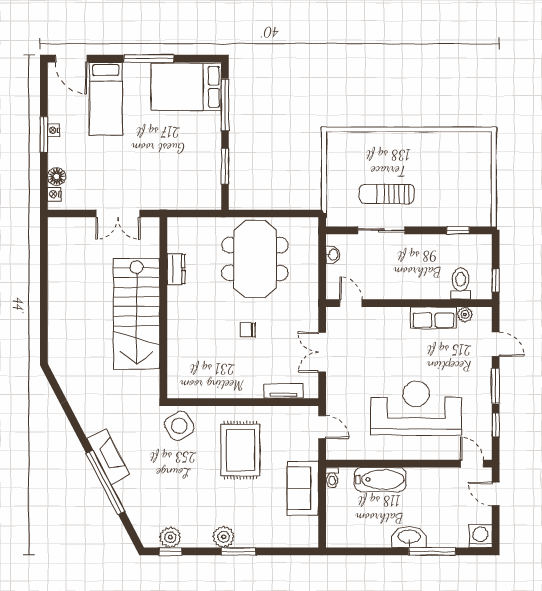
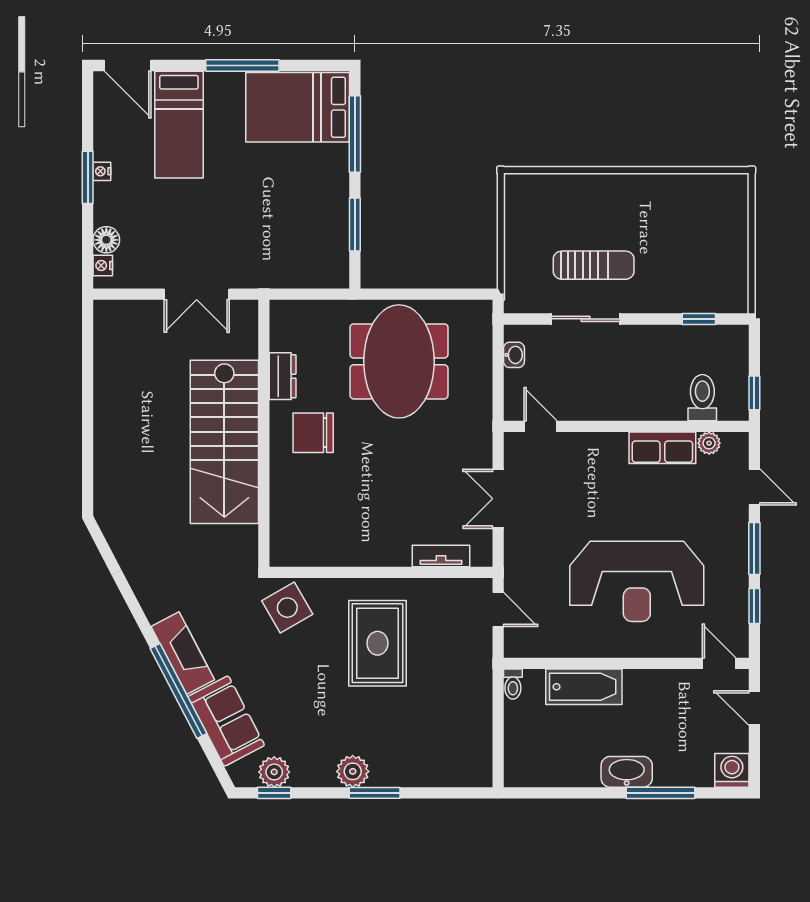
sun lounger: (387, 194) -> (594, 265), turned 180
chair: (248, 330) -> (313, 433), moved, width x1.87, depth x1.87
reception desk: (416, 408) -> (637, 581), turned 180
sofa: (303, 488) -> (226, 721), moved, turned 152

